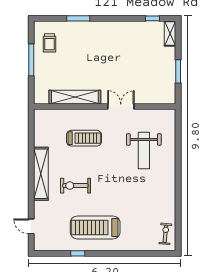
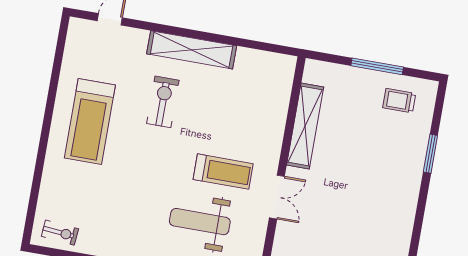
treadmill: (84, 138) -> (223, 172), moved, turned -90
treadmill: (95, 227) -> (90, 121), turned 180
window: (78, 253) -> (53, 86), removed

